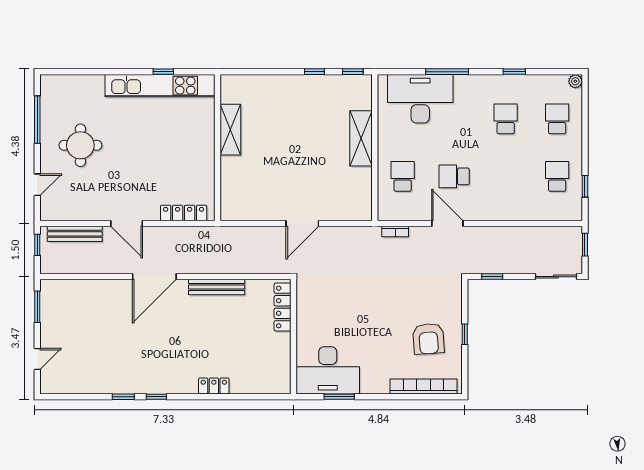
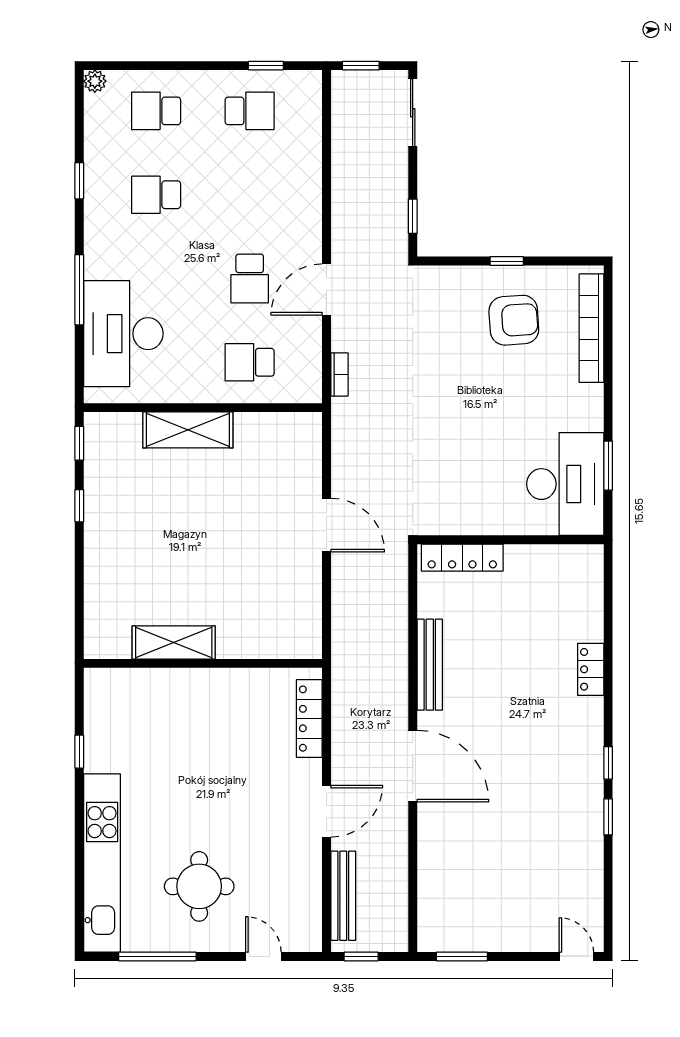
kitchen unit: (160, 86) -> (102, 863), moved
school desk: (557, 176) -> (250, 111), turned 180
door: (37, 359) -> (576, 957), moved

